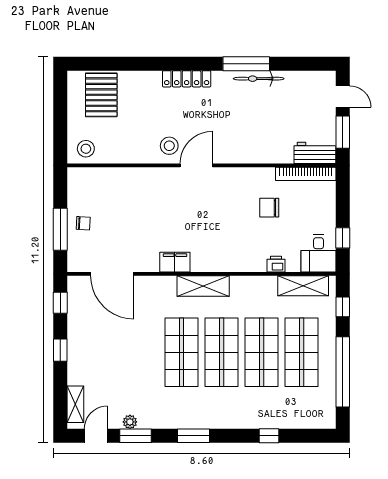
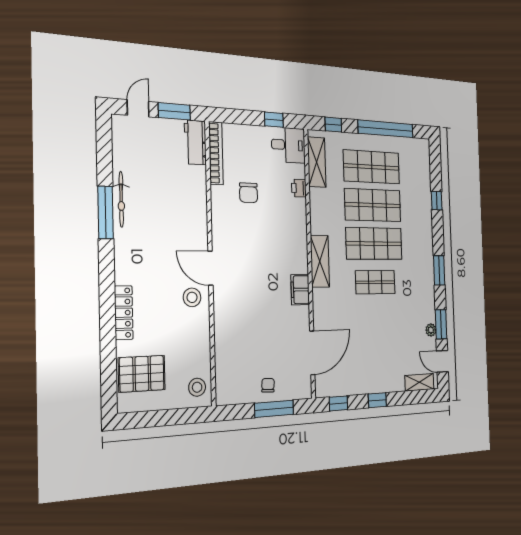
locker: (187, 79) -> (124, 313), moved
shop shelf: (182, 352) -> (375, 282), width x0.70, depth x0.74

